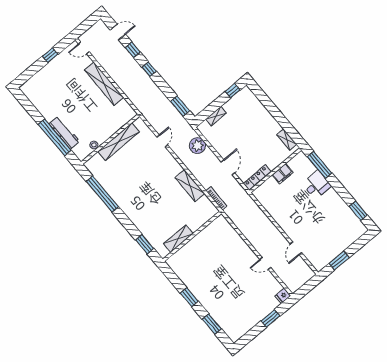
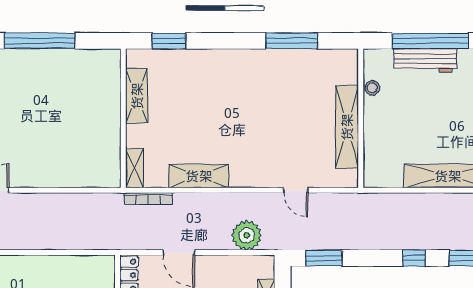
window: (102, 194) -> (292, 41), width x0.68
shelving: (209, 214) -> (134, 168), added
window: (189, 297) -> (40, 41), width x2.11

